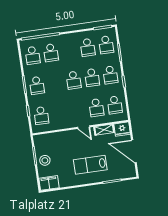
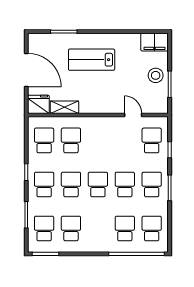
school desk: (55, 83) -> (125, 184), added
door: (84, 127) -> (133, 115), moved
lab bench: (90, 165) -> (92, 60), turned 180

